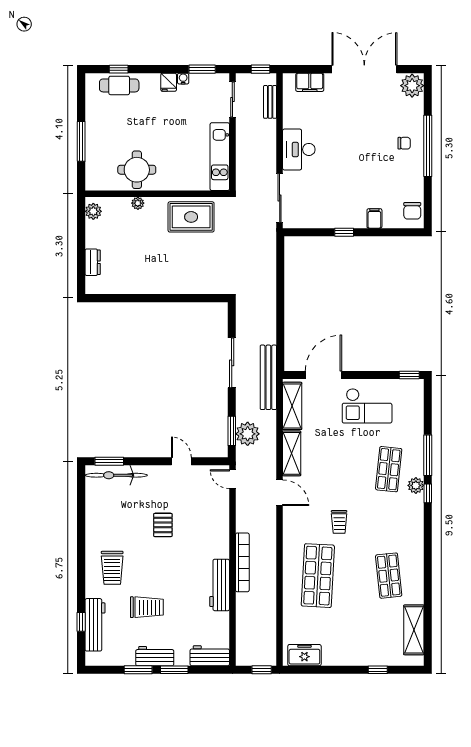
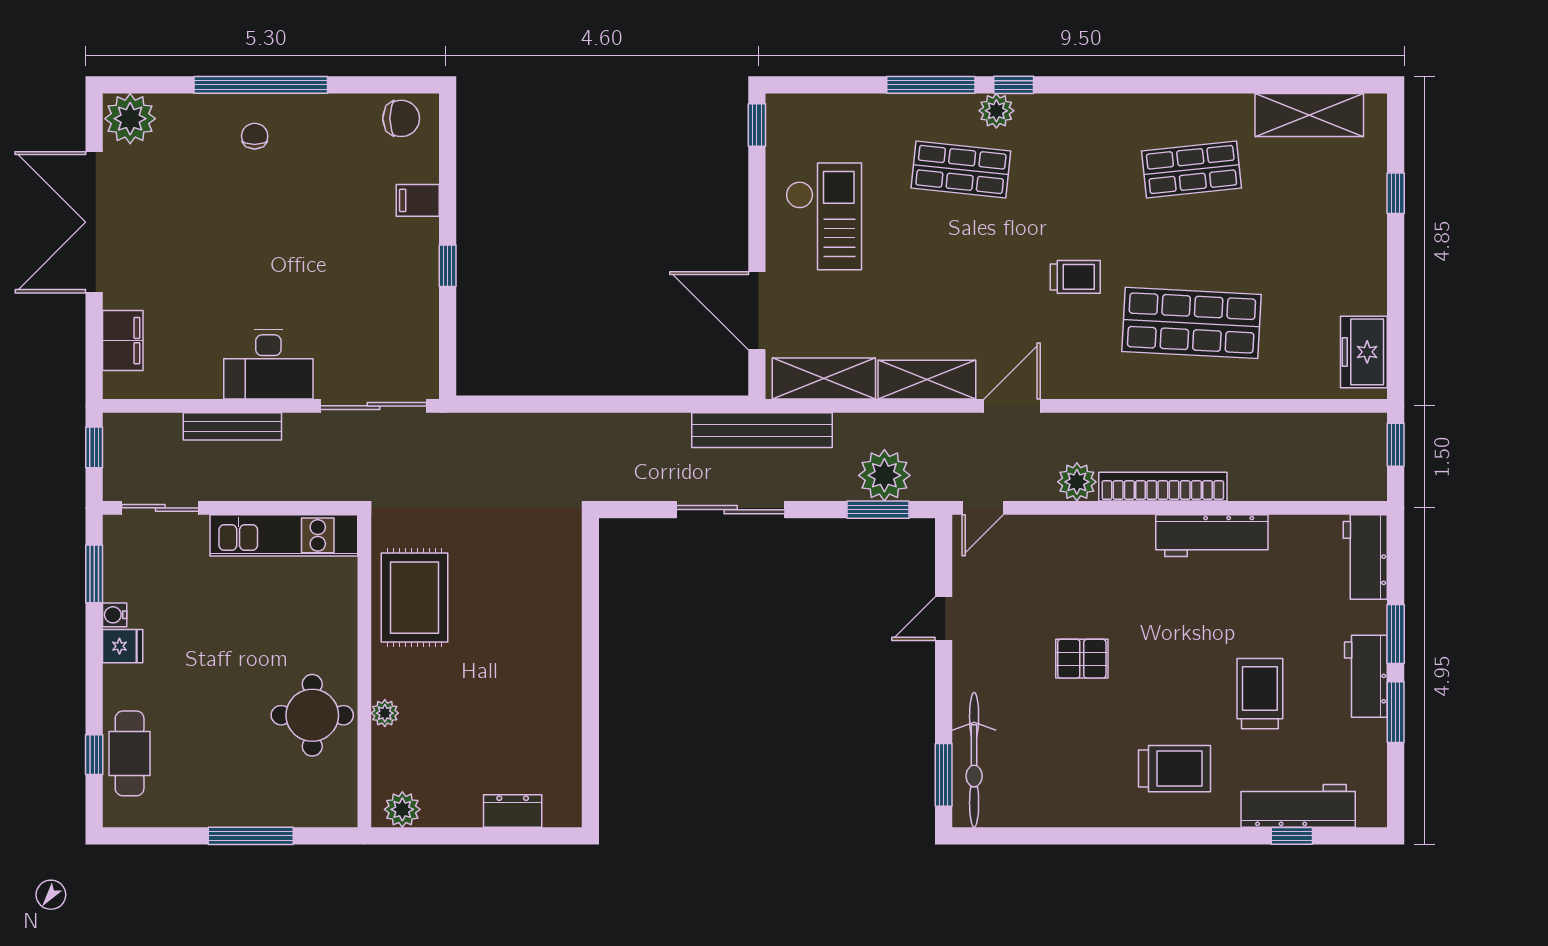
bench: (270, 102) -> (232, 426), moved, width x1.36
plant: (245, 523) -> (1077, 482), added

